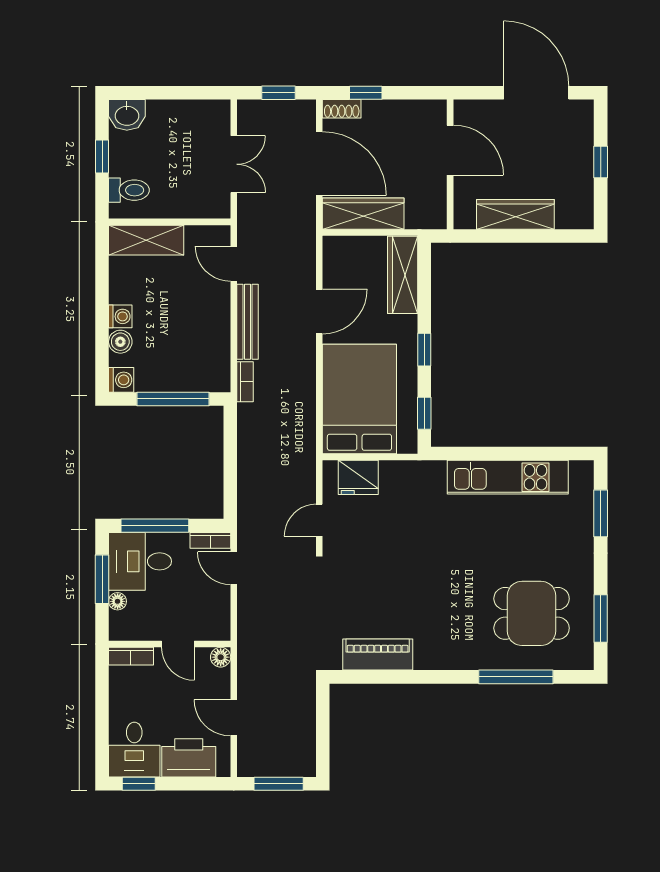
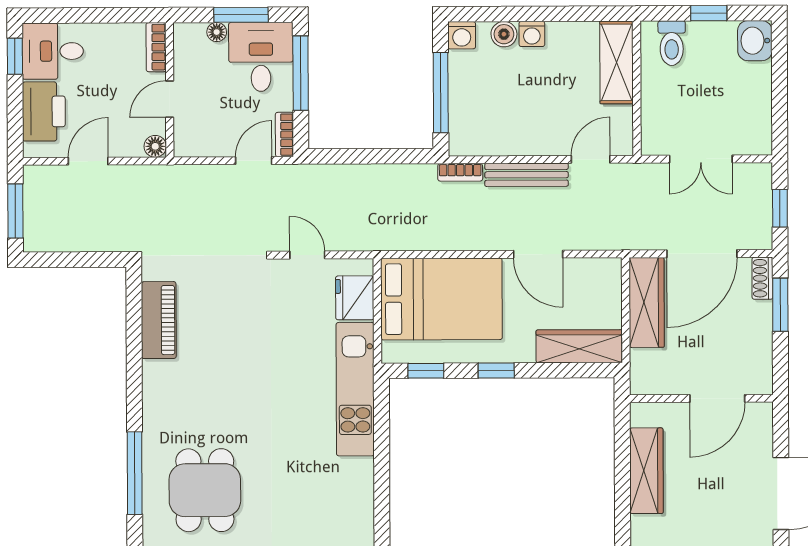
window: (366, 93) -> (780, 305), width x1.50
kitchen unit: (508, 477) -> (355, 389), moved

